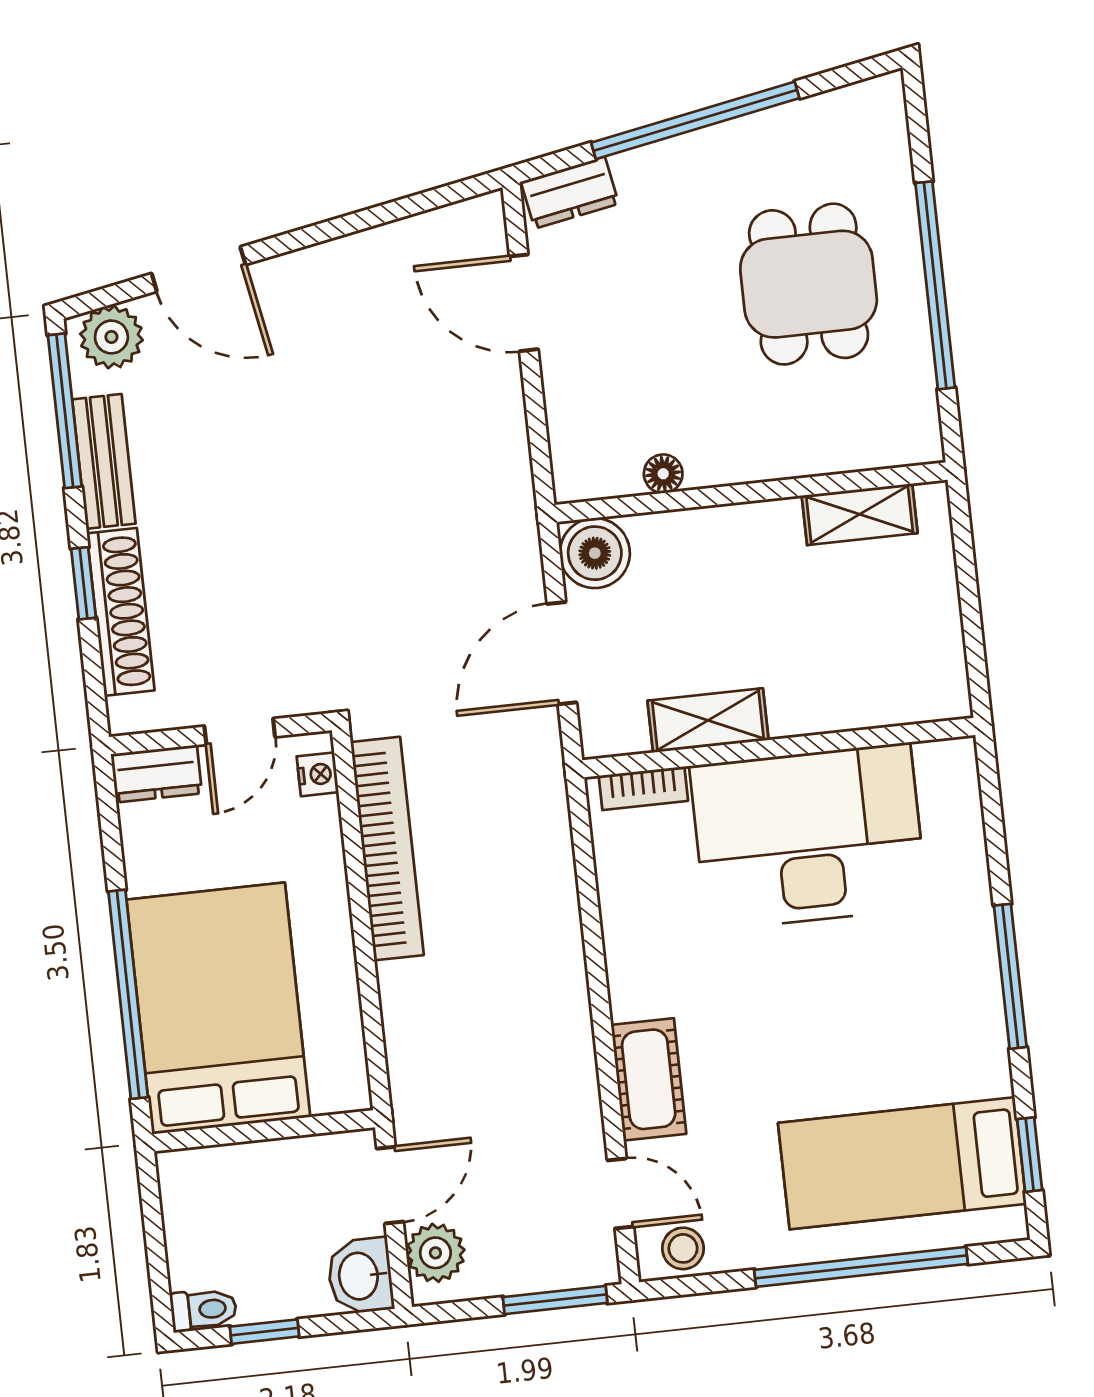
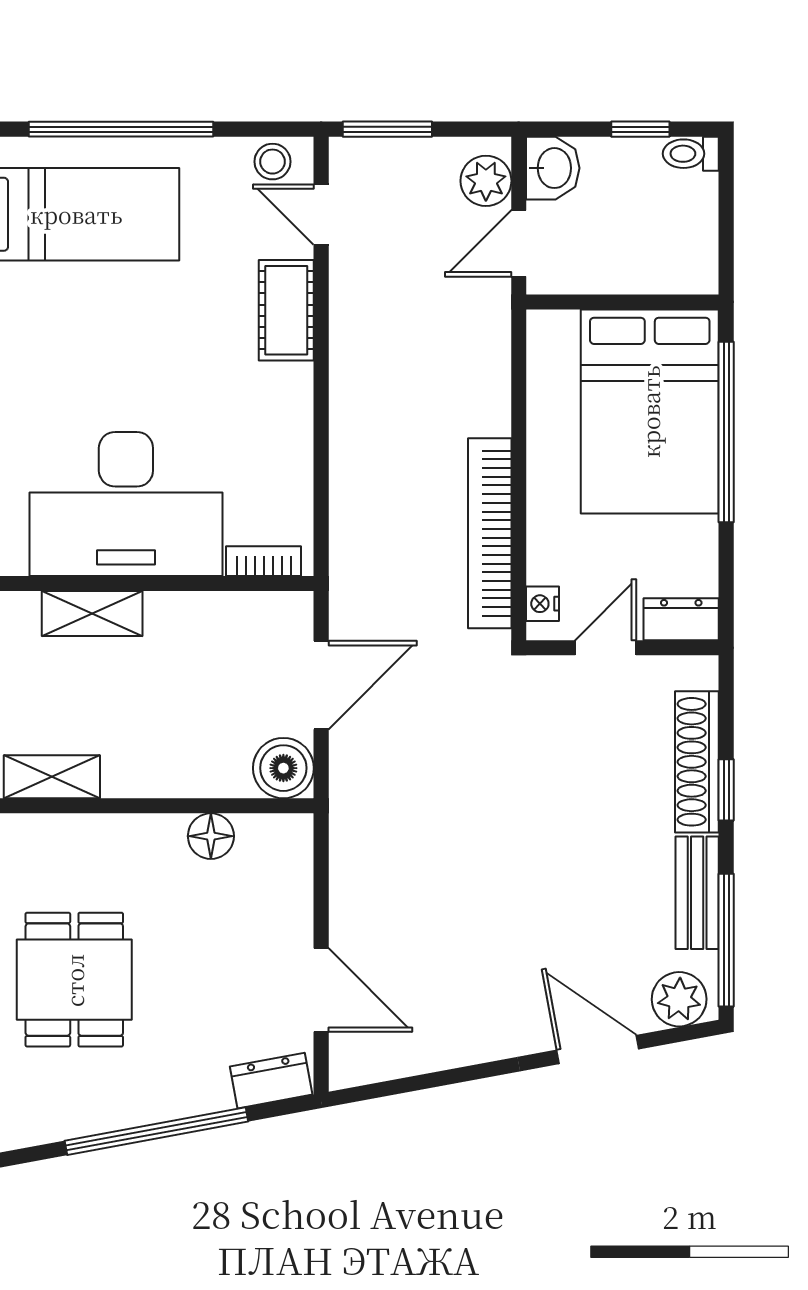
floor lamp: (663, 474) -> (211, 836), width x1.37, depth x1.37
shelving: (708, 720) -> (92, 614), moved

